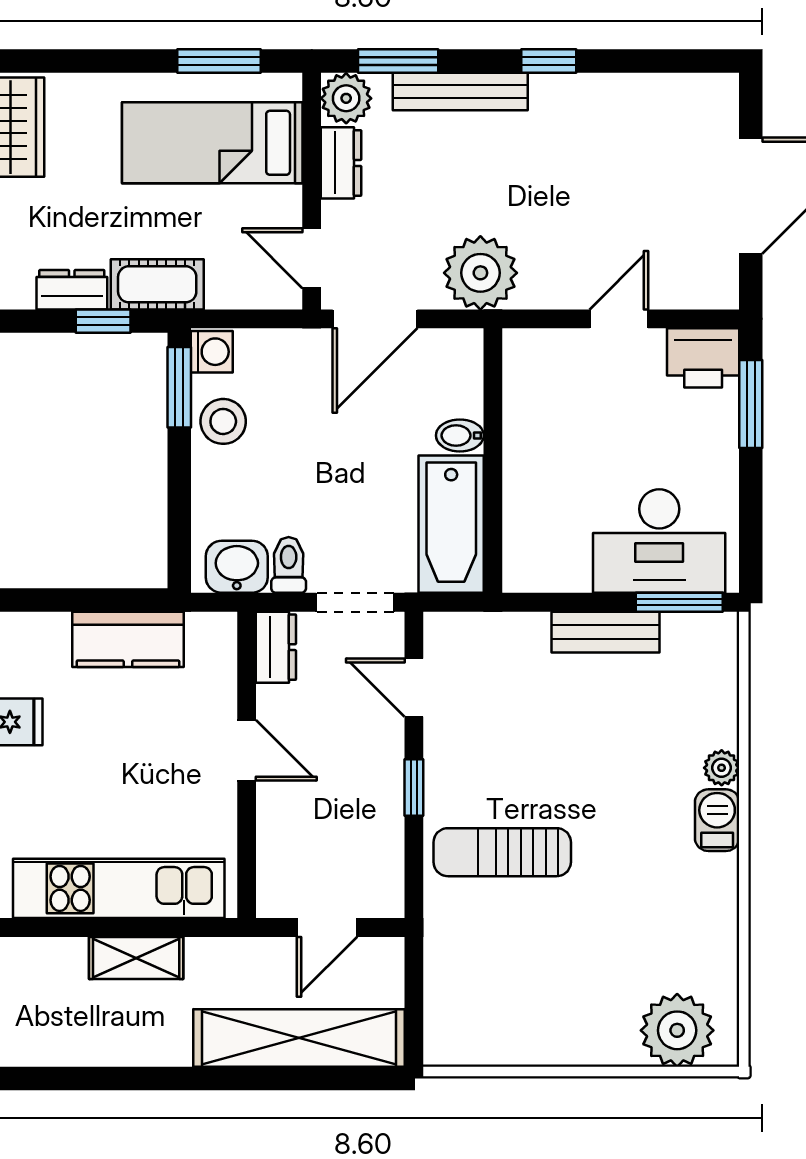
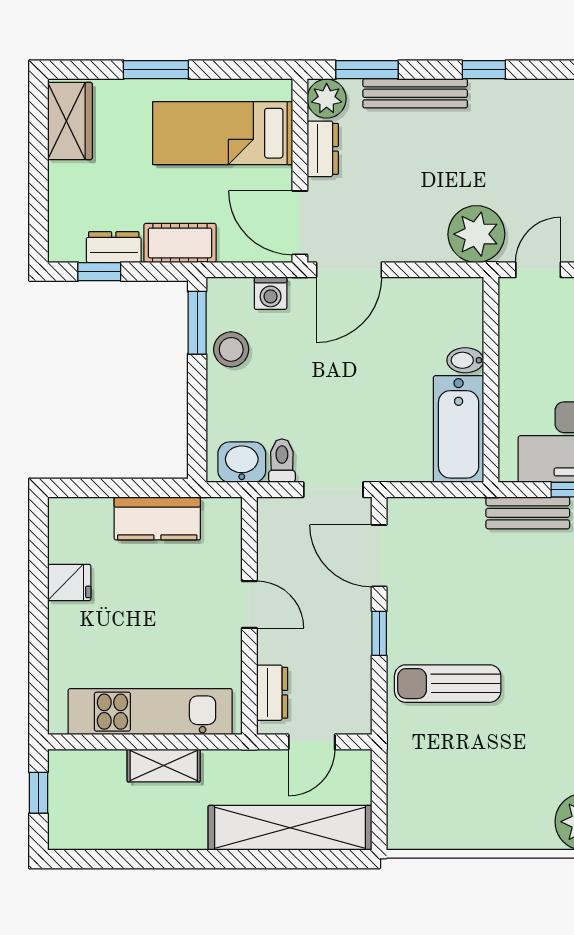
window: (219, 61) -> (156, 70), moved
door: (312, 258) -> (300, 223), width x1.38
plant: (480, 273) -> (476, 234), moved
window: (103, 321) -> (99, 272), moved
washing machine: (212, 352) -> (271, 293), moved, turned 90
bidet: (460, 435) -> (465, 360), moved
wall: (493, 461) -> (491, 380), moved
bathtub: (451, 524) -> (459, 429), moved
dresser: (276, 647) -> (272, 693), moved
door: (414, 688) -> (379, 556), width x1.38

